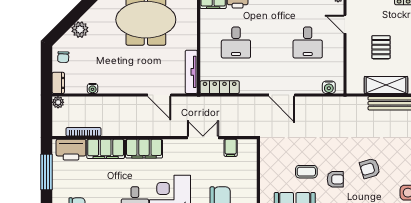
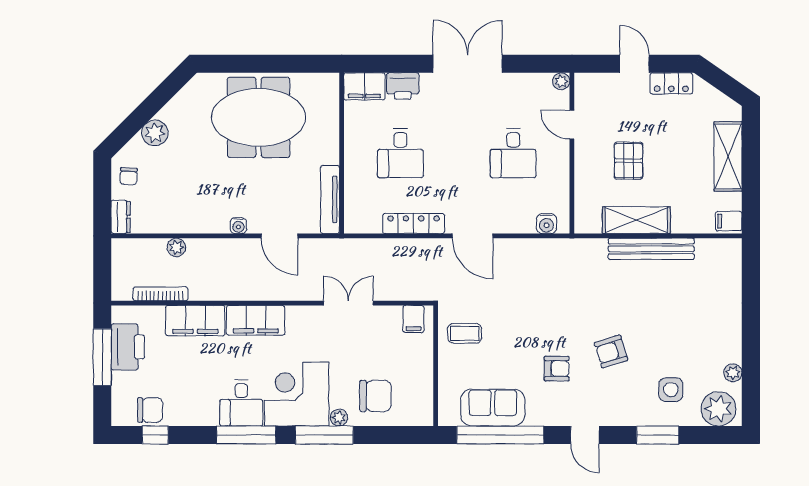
locker: (220, 87) -> (414, 224), moved
water cooler: (93, 88) -> (238, 226), moved
plant: (58, 102) -> (176, 247), moved
filing cabinet: (231, 148) -> (413, 319), moved
printer: (71, 150) -> (128, 347), moved, turned -90
coffee table: (306, 172) -> (465, 333), moved

